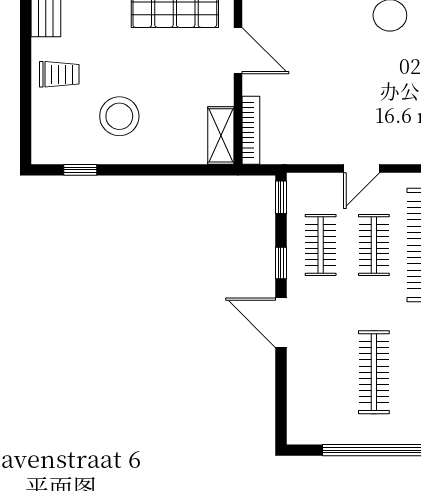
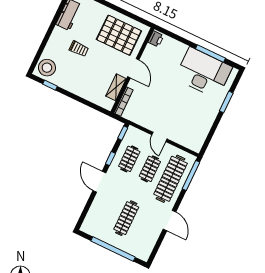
trolley: (59, 74) -> (79, 49), moved
stool: (119, 116) -> (47, 68), moved
shelving: (221, 135) -> (116, 87), moved
door: (362, 168) -> (159, 137), hinge flipped

